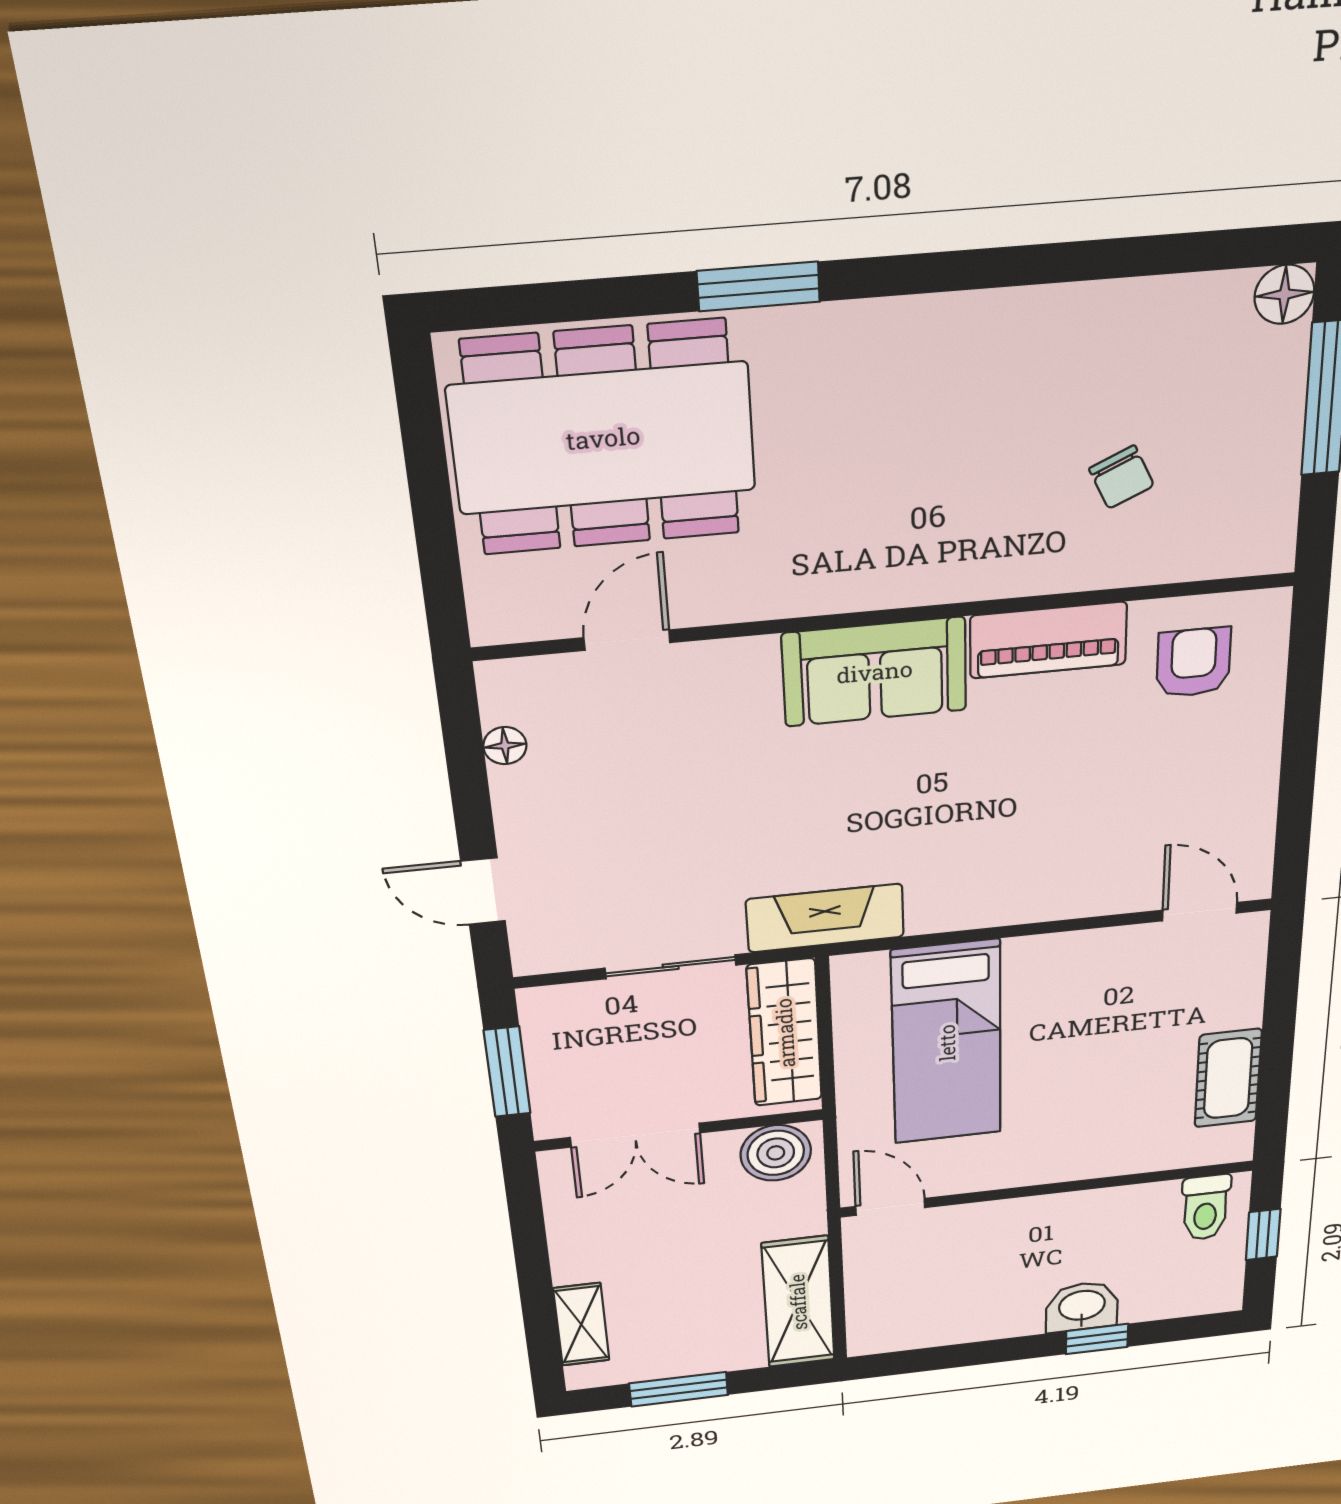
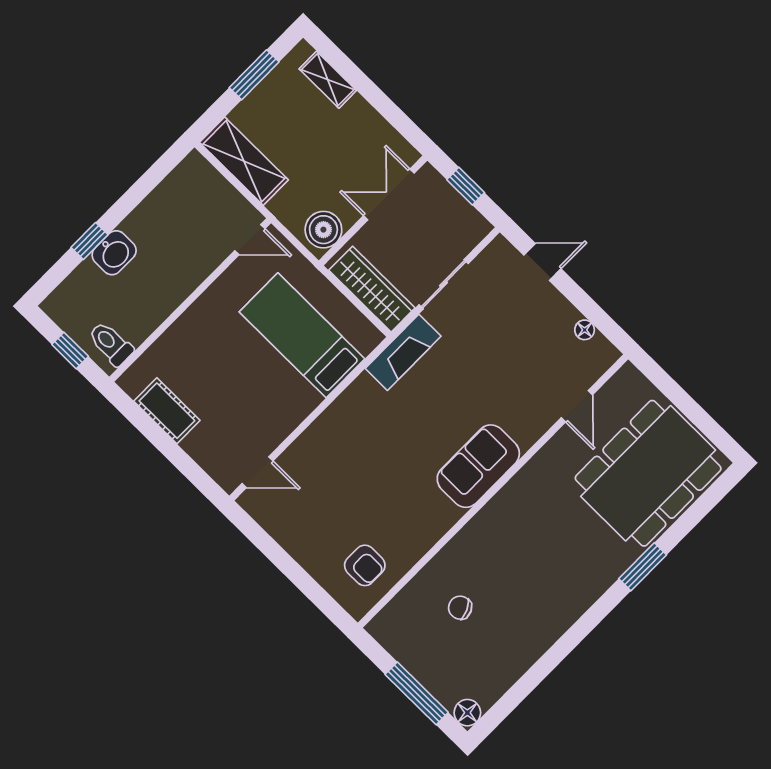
piano: (1048, 640) -> (427, 530), removed
window: (507, 1072) -> (466, 186), width x0.67

